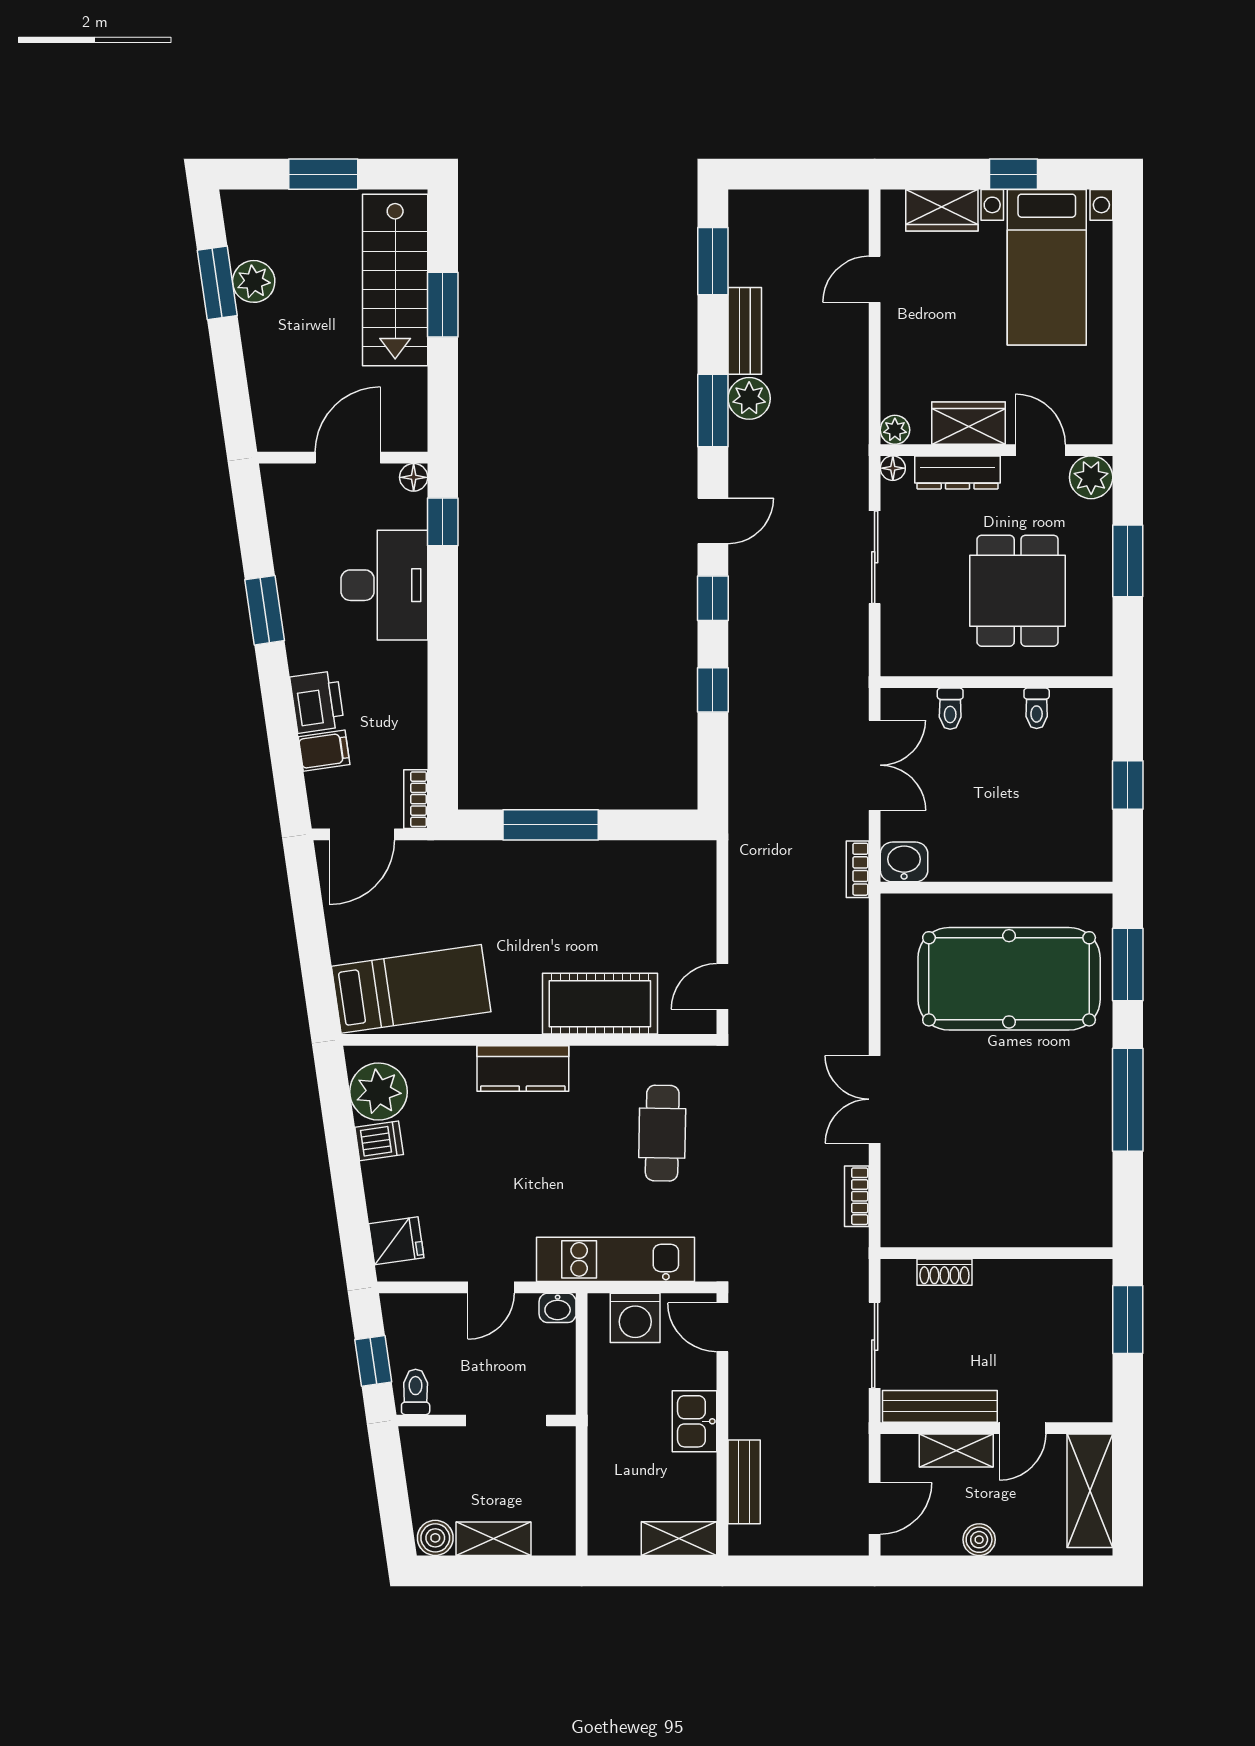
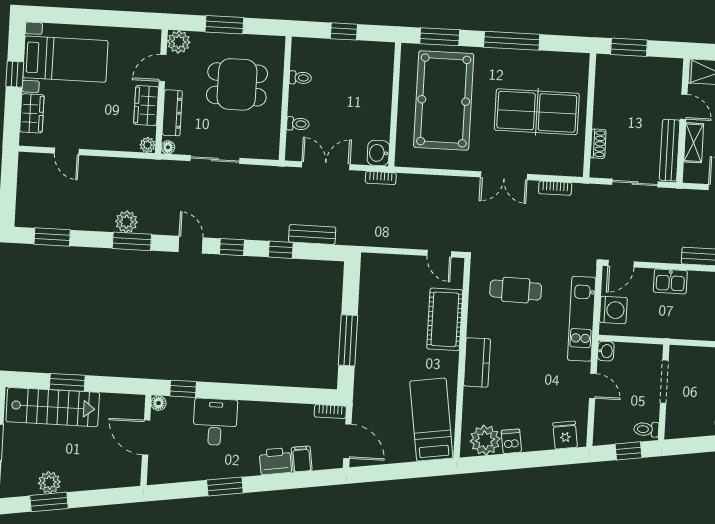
bench: (745, 331) -> (312, 234), moved
desk: (384, 585) -> (215, 422), width x0.73
table tennis table: (998, 1154) -> (537, 112), added

